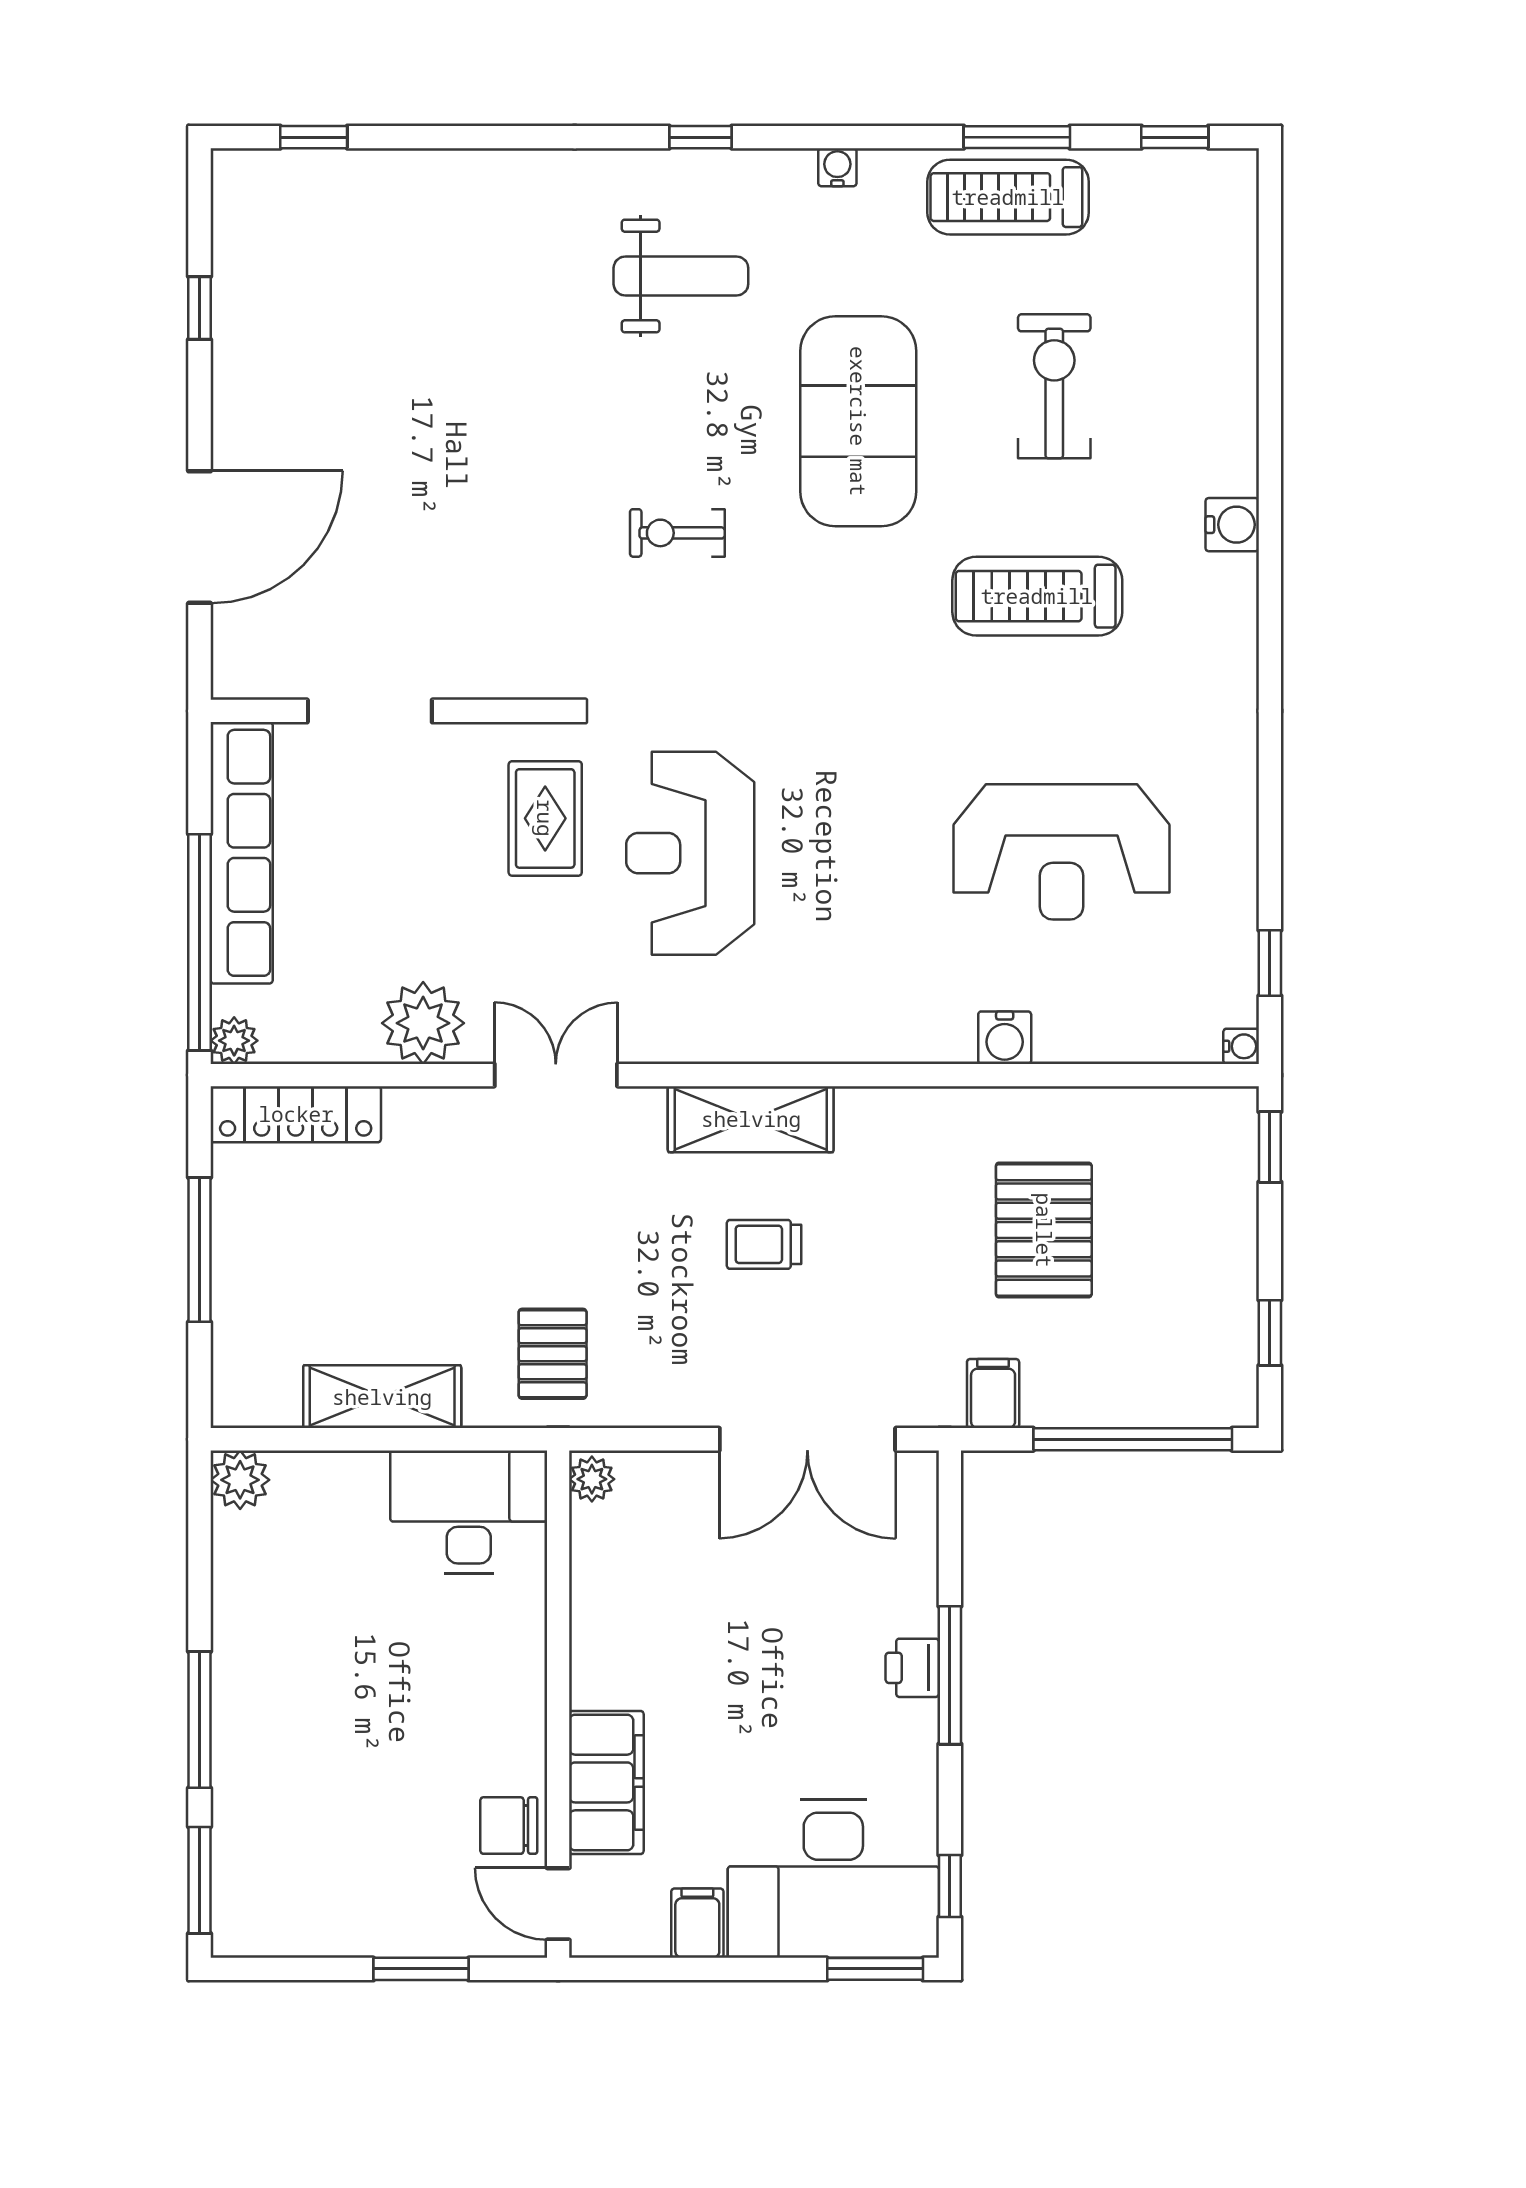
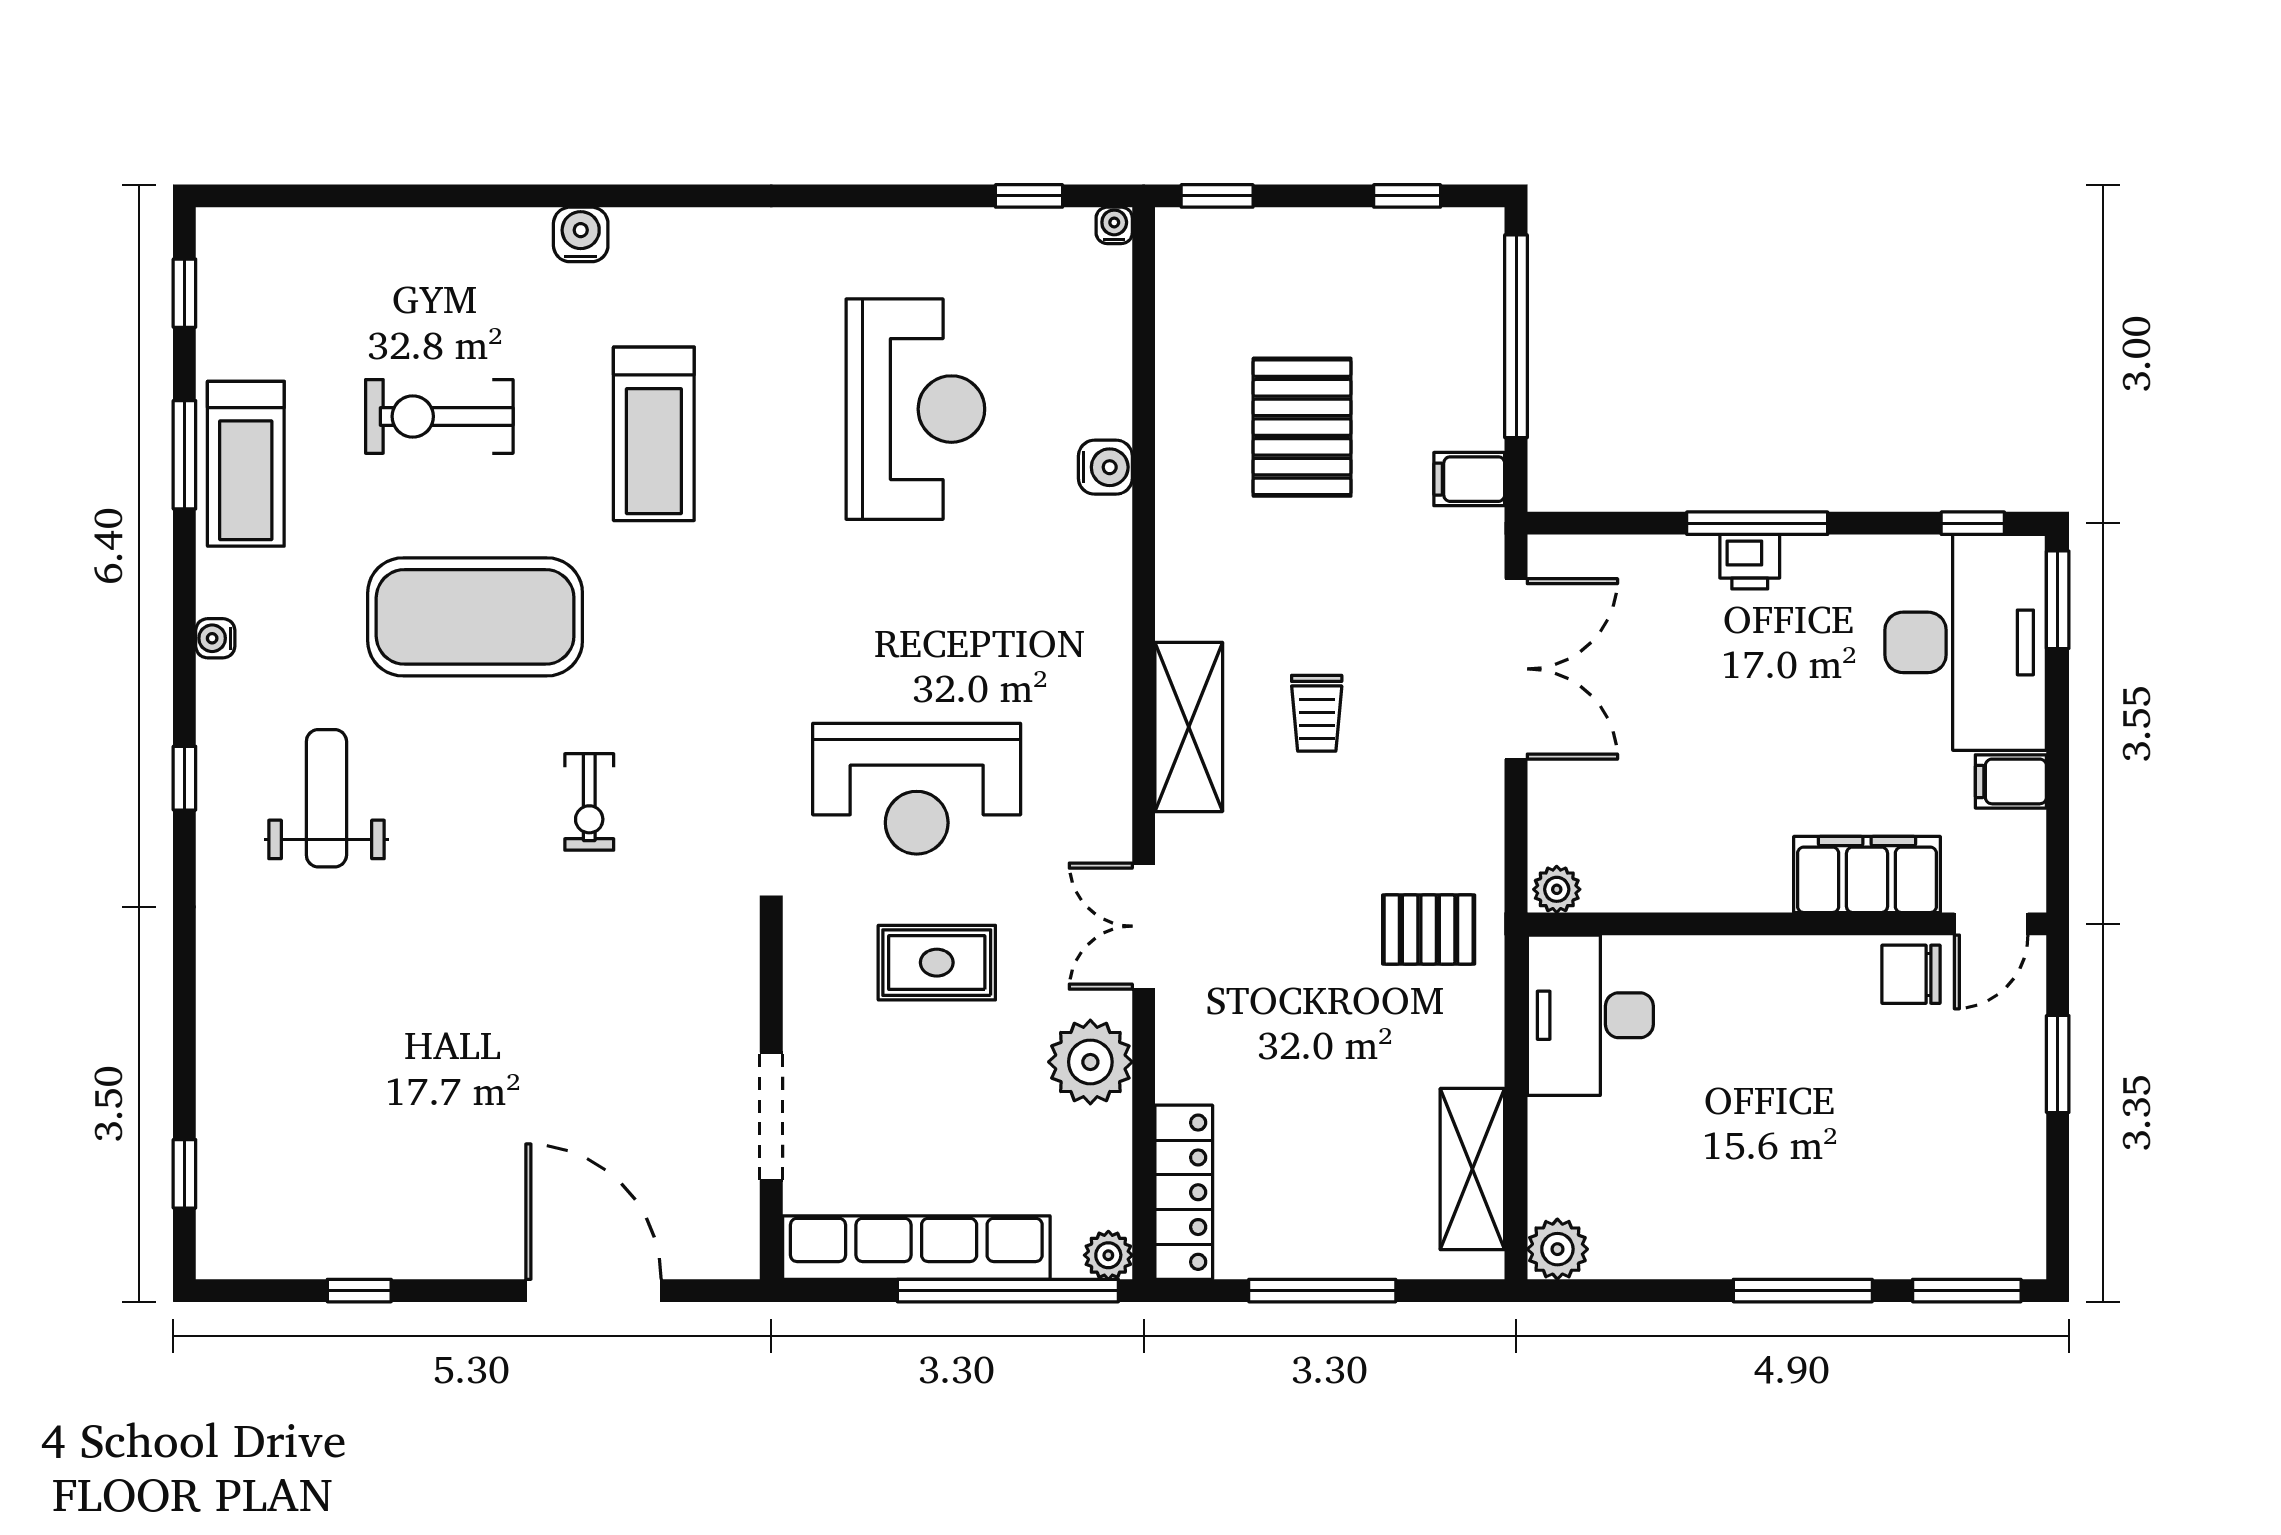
rug: (545, 818) -> (937, 963), moved
pallet: (1044, 1230) -> (1302, 427), turned 90
shelving: (382, 1397) -> (1472, 1169), moved
chair: (509, 1826) -> (1911, 974), turned 90

